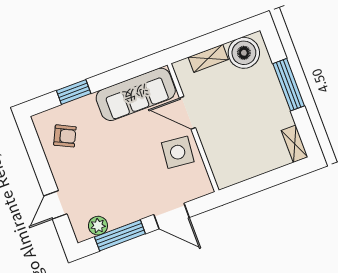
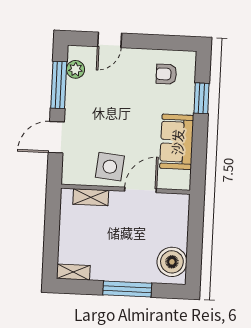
shelving: (208, 58) -> (91, 197), moved, turned 90
sofa: (136, 94) -> (177, 142), width x0.73
armchair: (65, 136) -> (166, 74), turned 64
door: (55, 205) -> (110, 40), swing flipped

